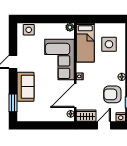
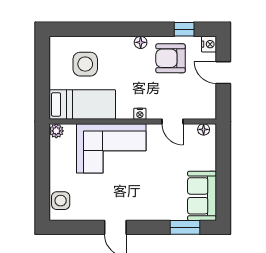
sofa: (25, 87) -> (202, 196), moved, turned -90
armchair: (112, 94) -> (171, 58), turned 90
door: (75, 96) -> (172, 121), width x0.53
wardrobe: (86, 116) -> (207, 103), removed

